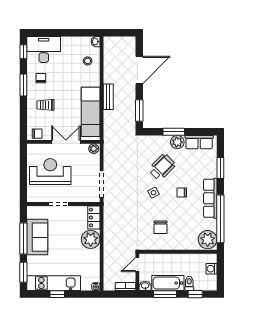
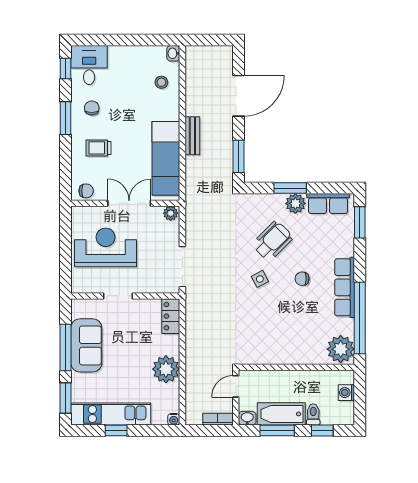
desk: (44, 49) -> (89, 65), width x0.73
window: (220, 168) -> (360, 222), moved
chair: (160, 227) -> (270, 331), removed
plant: (91, 239) -> (166, 369), moved

